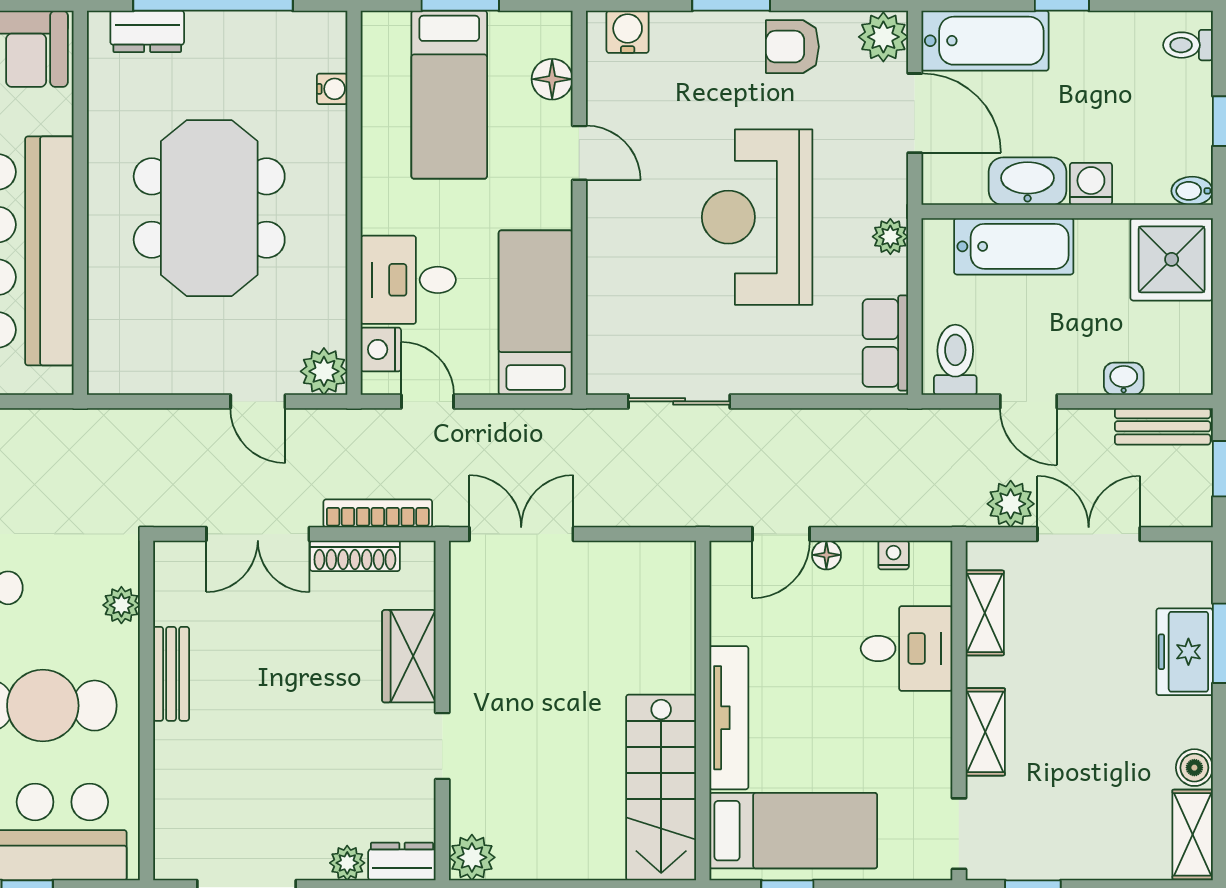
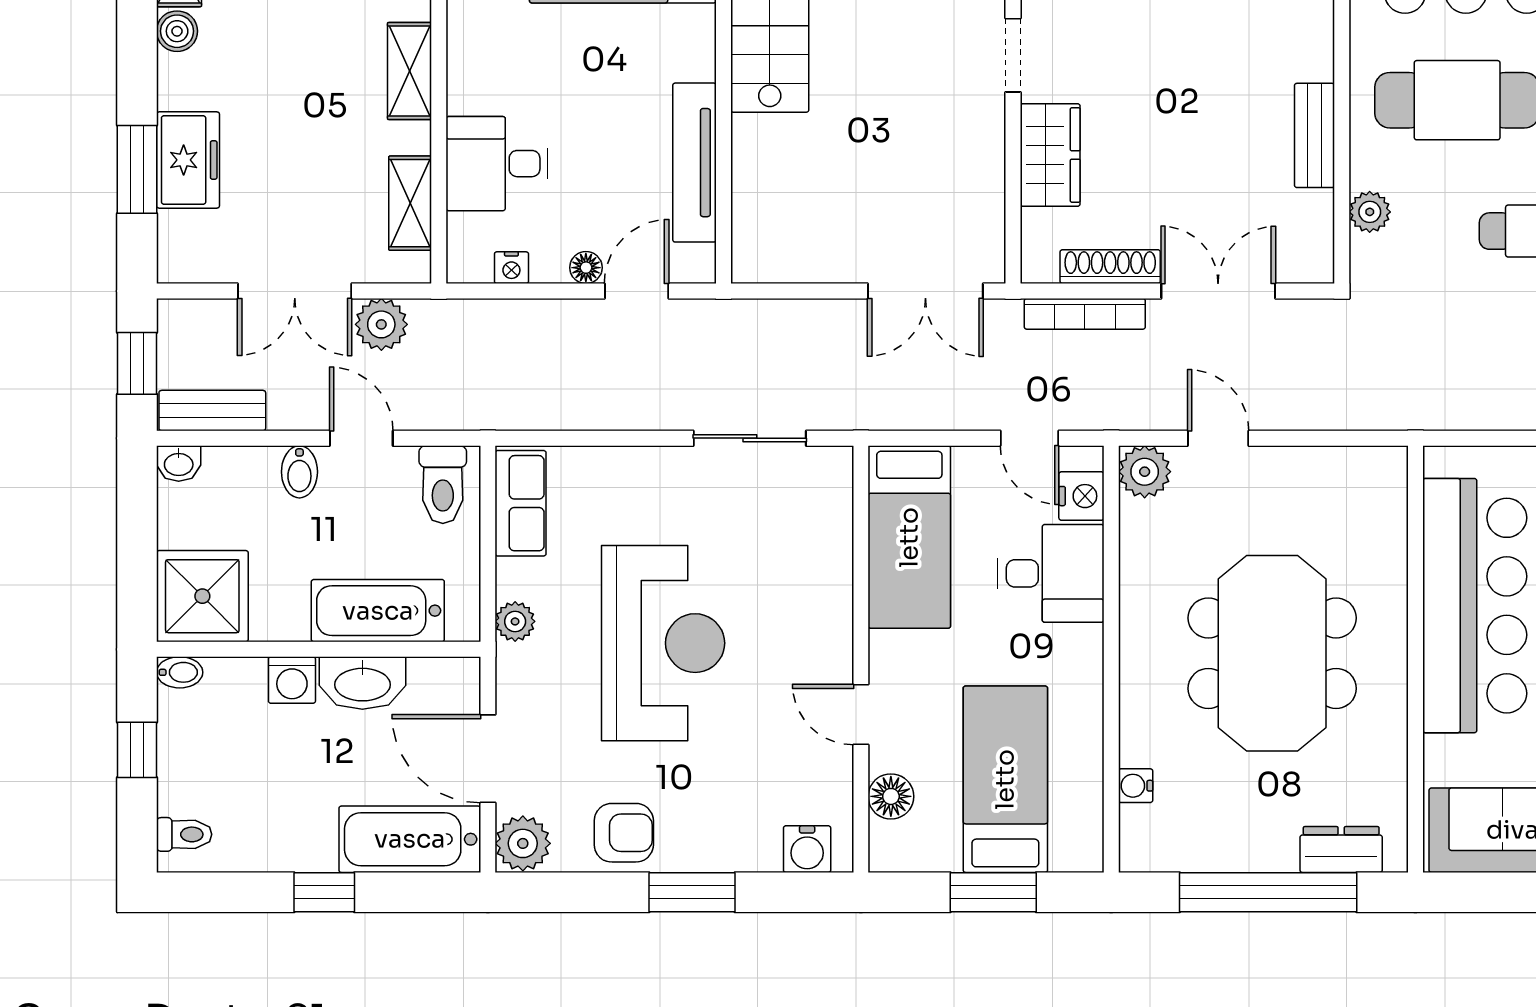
bidet: (1084, 371) -> (299, 472), added
washbasin: (1124, 379) -> (179, 463), moved
tv unit: (729, 718) -> (694, 163), moved

